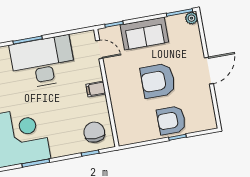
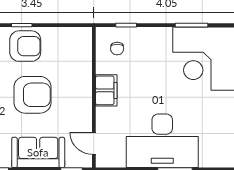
filing cabinet: (96, 89) -> (106, 90), width x2.00
chair: (94, 132) -> (117, 49), width x0.54, depth x0.54

